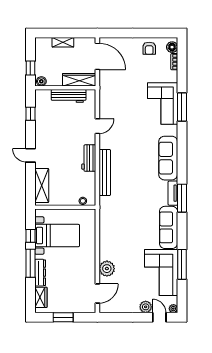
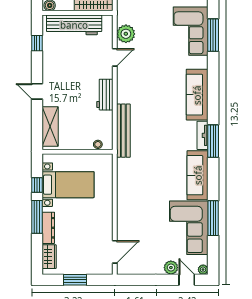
workbench: (69, 96) -> (74, 25), width x1.36, depth x1.32
bench: (105, 172) -> (123, 131), moved
plant: (107, 269) -> (126, 34), moved

